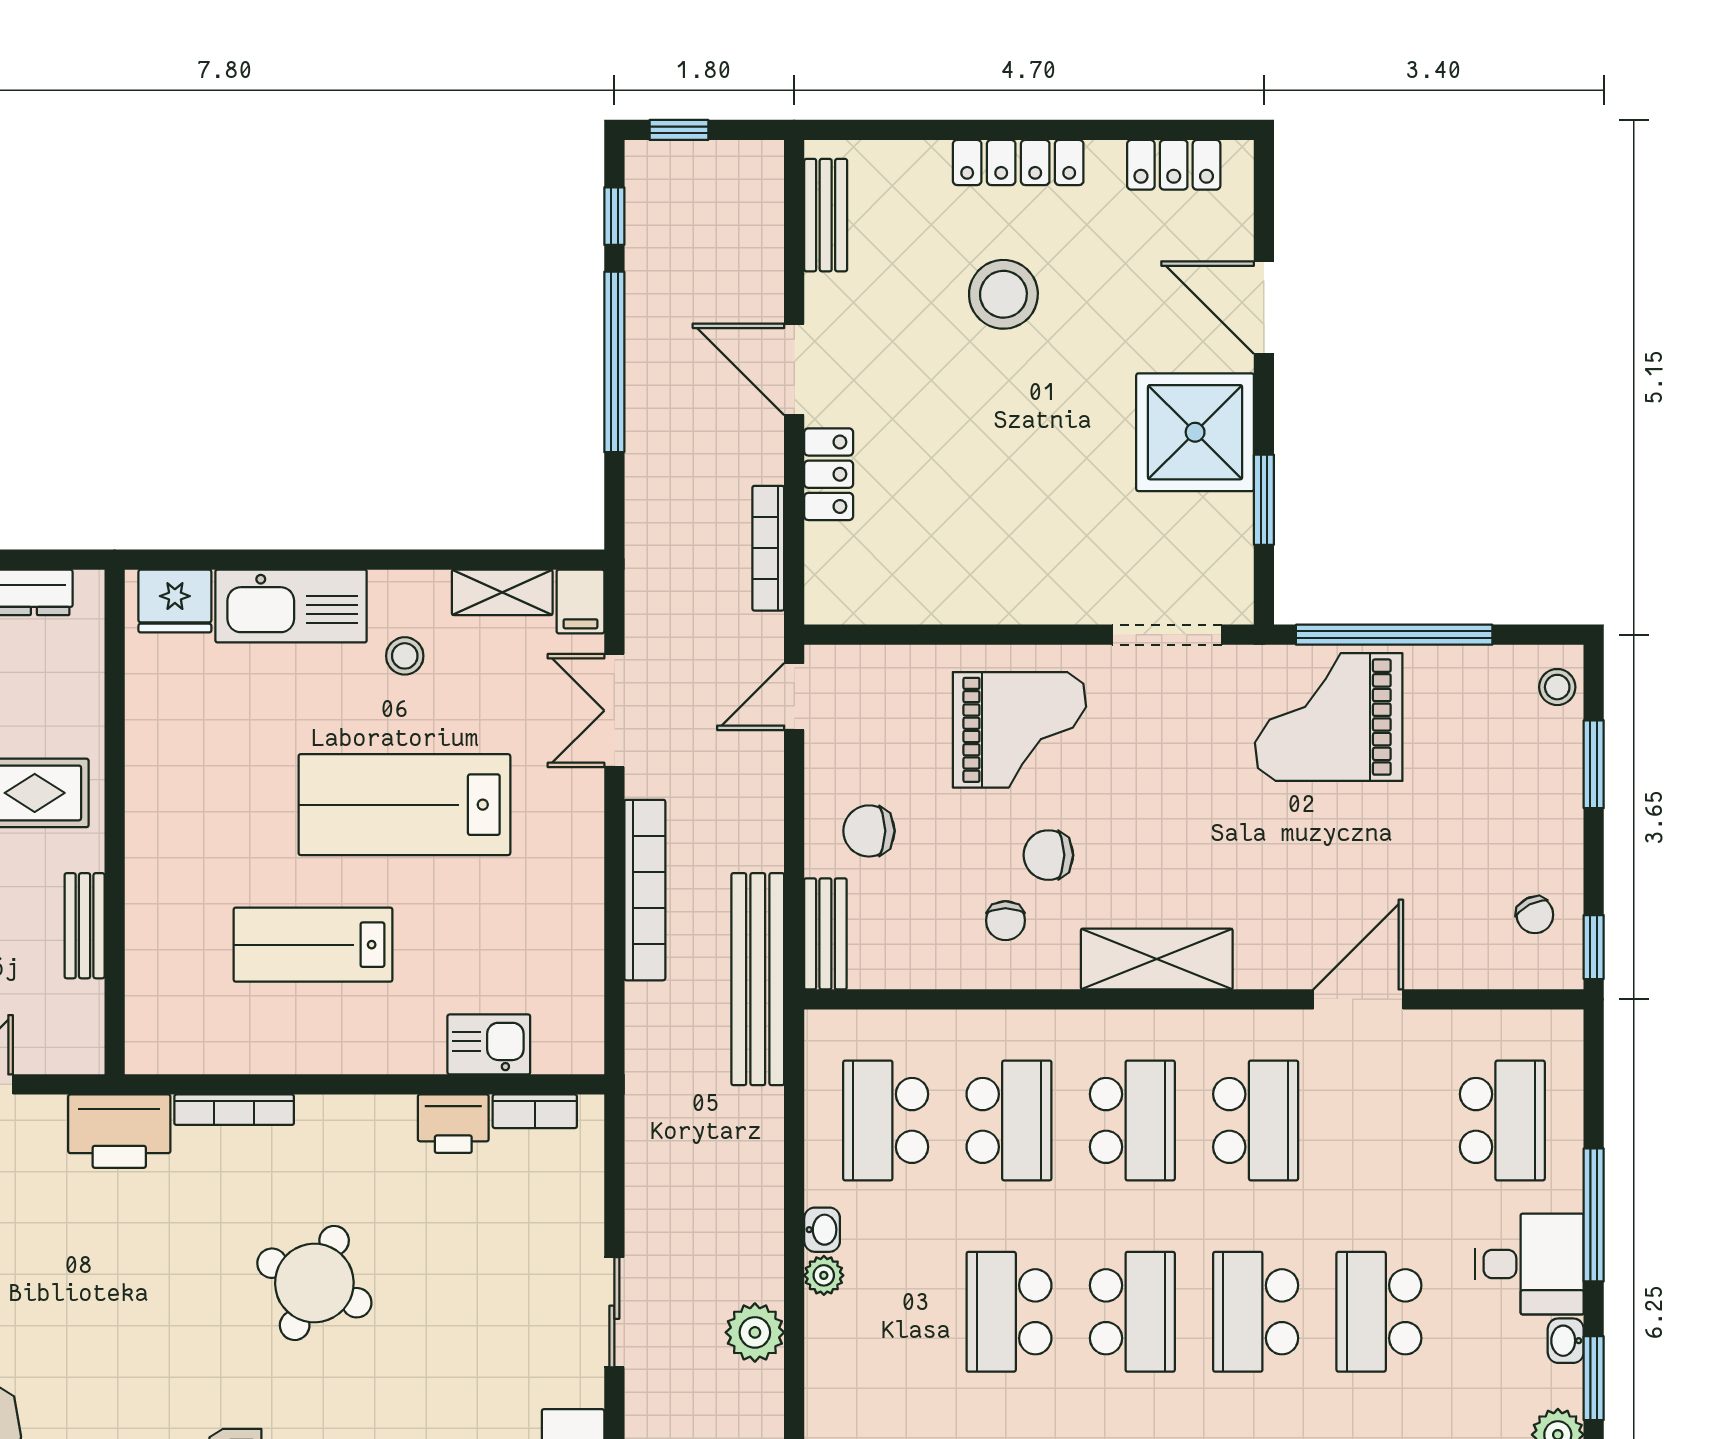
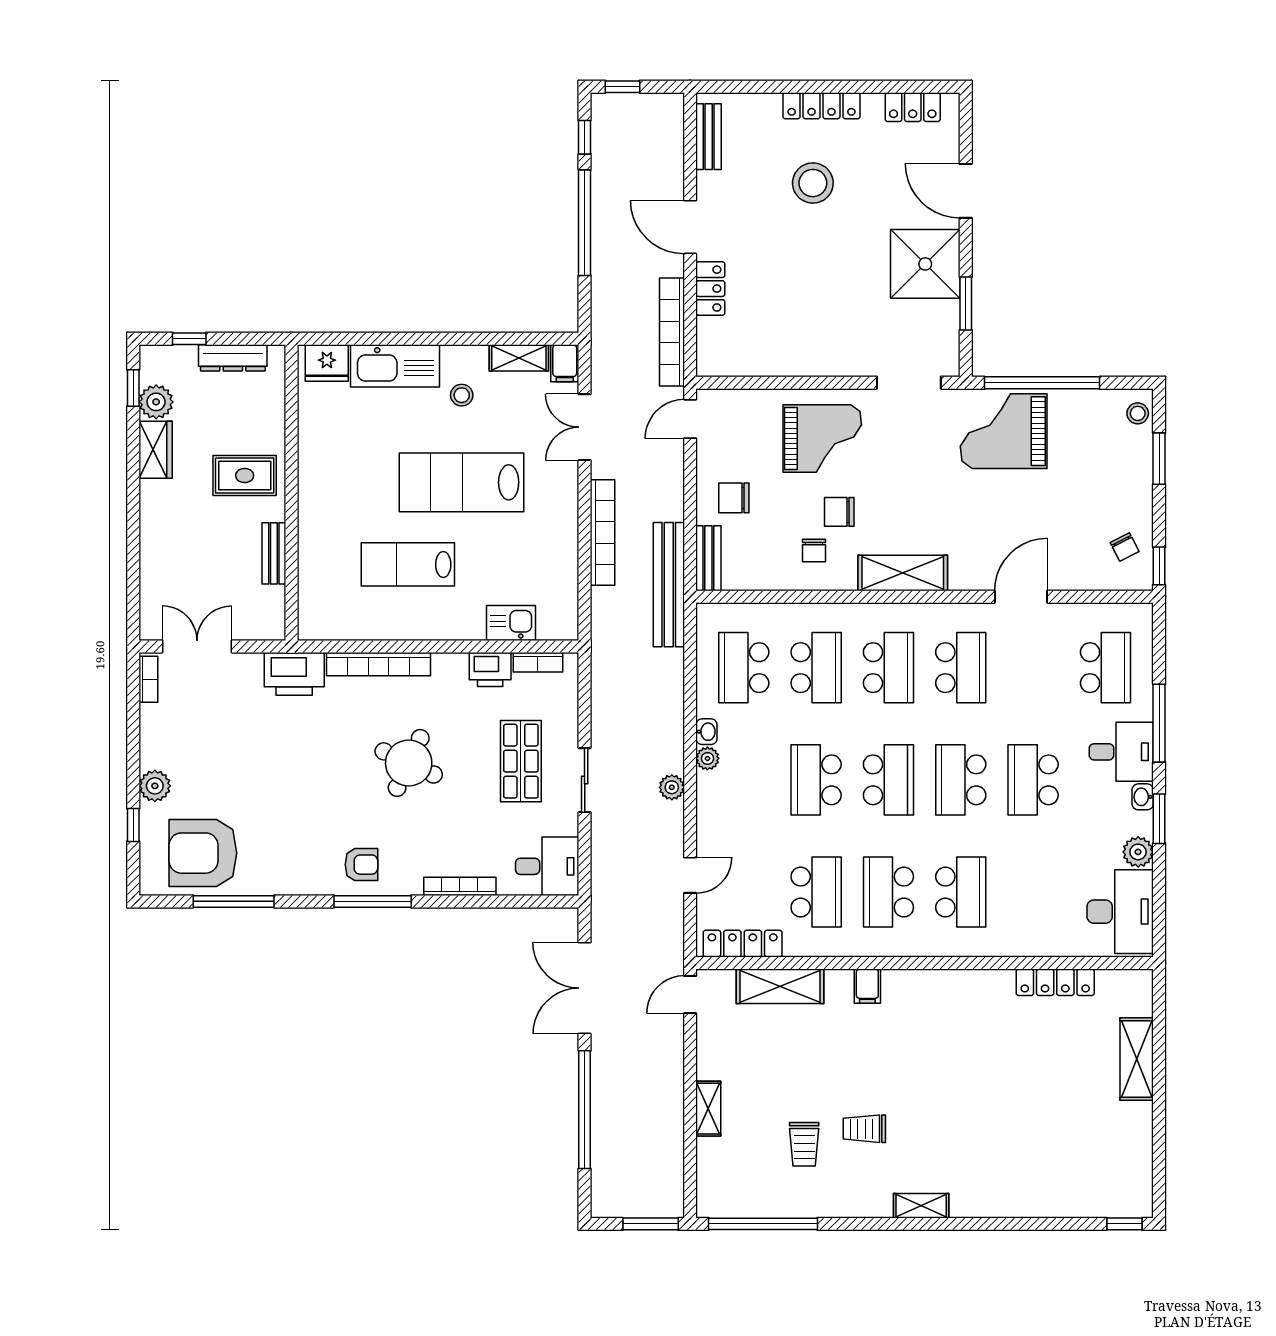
bookcase: (768, 548) -> (672, 332), width x1.48, depth x1.31
bookcase: (234, 1110) -> (378, 664), width x1.48, depth x1.31
shop shelf: (506, 1280) -> (521, 761), added
plant: (755, 1332) -> (672, 787), width x0.73, depth x0.73

